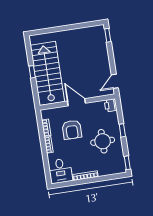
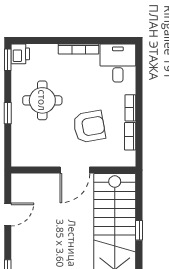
door: (115, 81) -> (8, 214), moved
door: (76, 102) -> (75, 170), hinge flipped
printer: (111, 105) -> (20, 54), moved
armchair: (72, 130) -> (89, 127), turned 80

